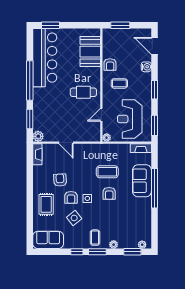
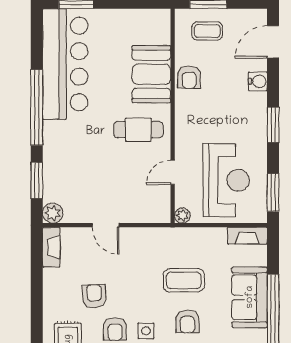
door: (154, 46) -> (273, 42), hinge flipped
booth: (90, 52) -> (151, 74), moved
coffee table: (119, 83) -> (207, 31), moved
reception desk: (130, 119) -> (226, 180), turned 180

